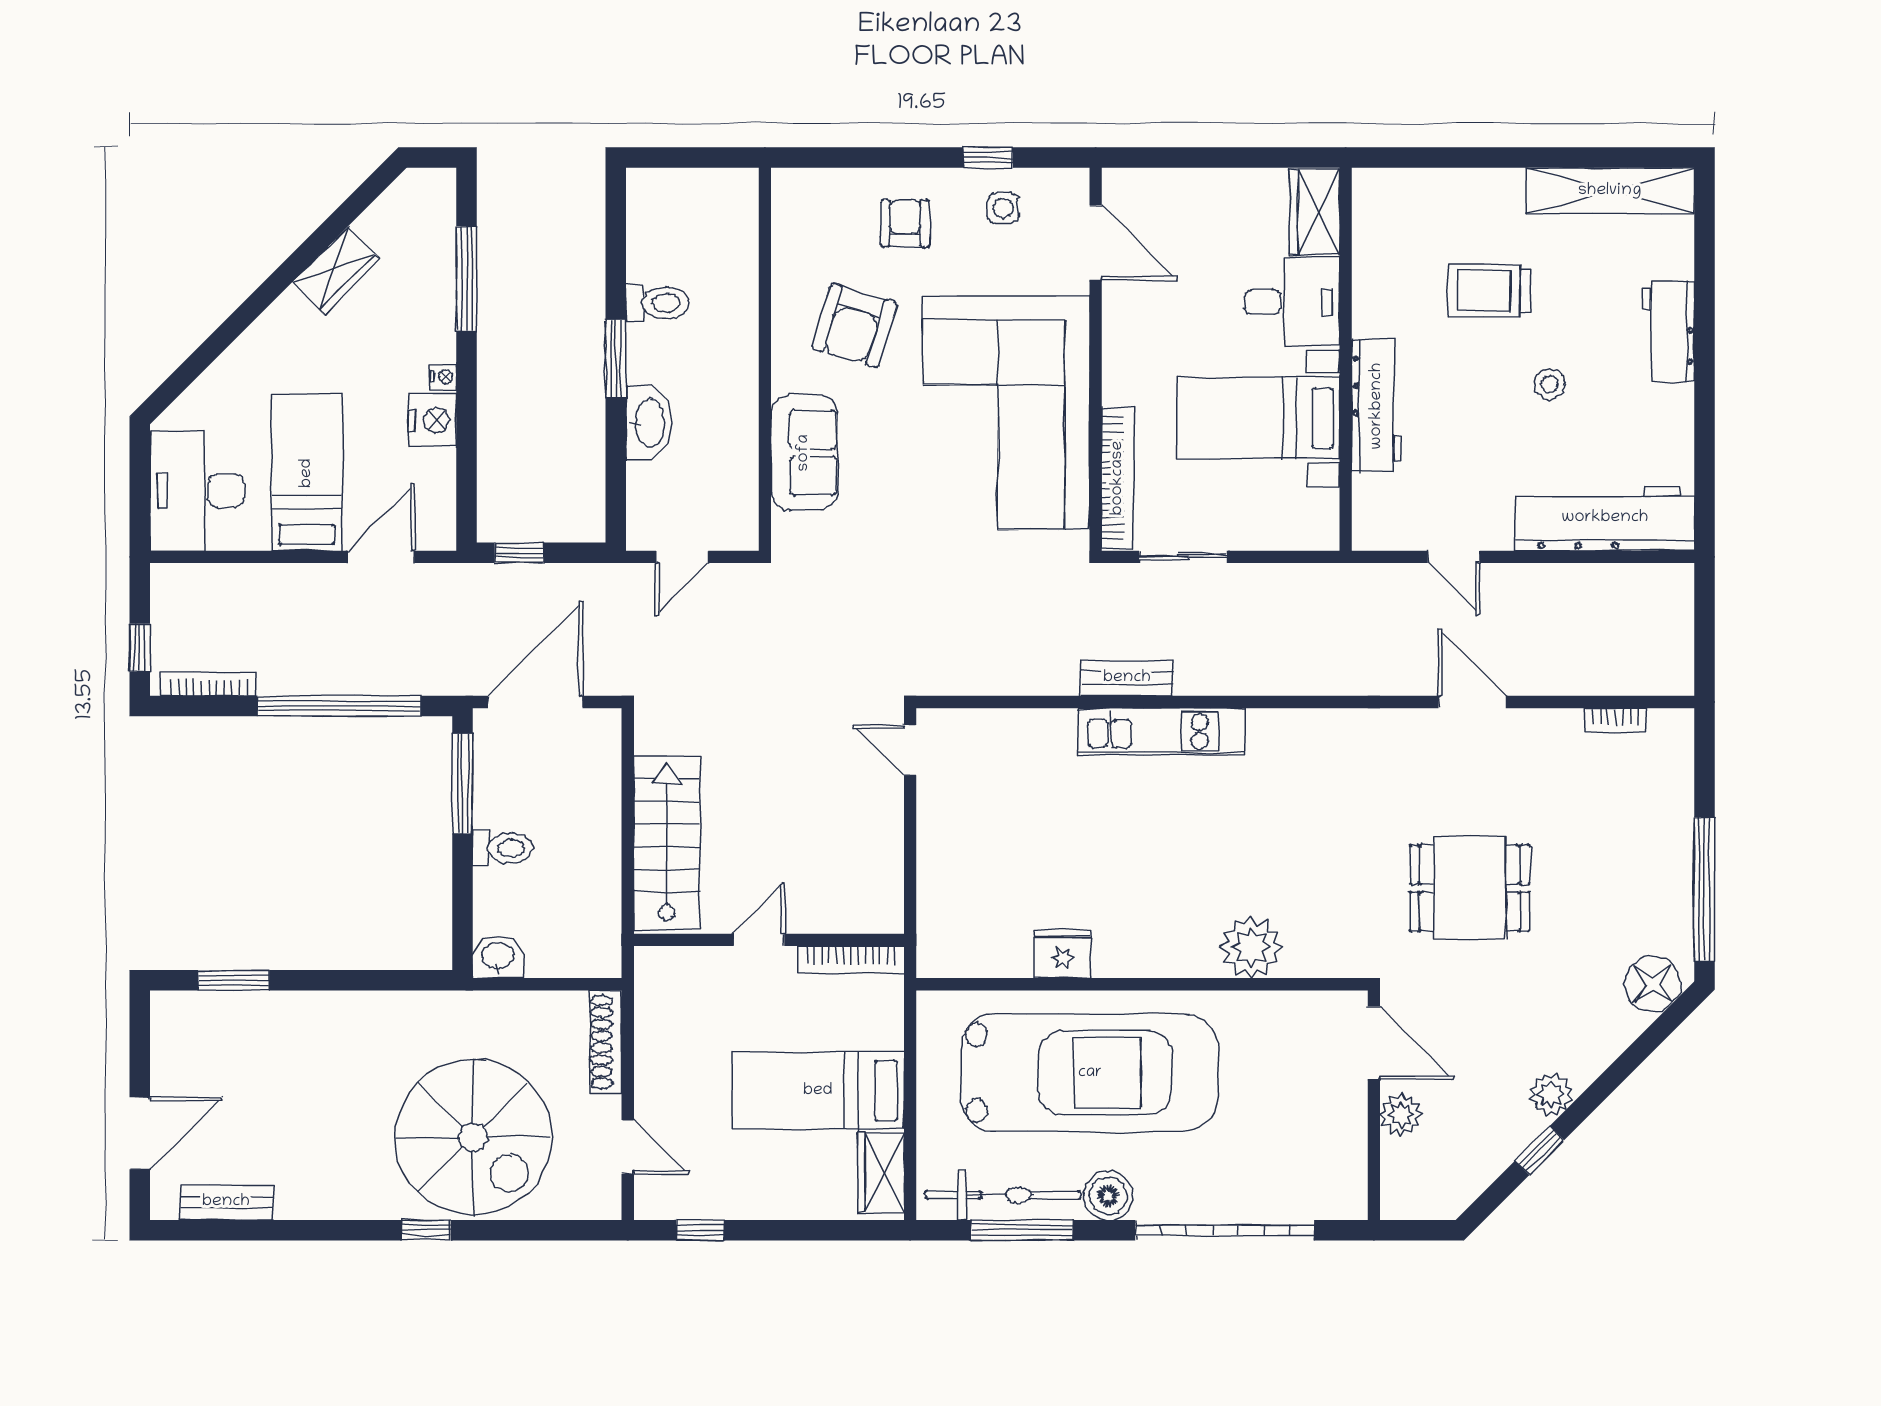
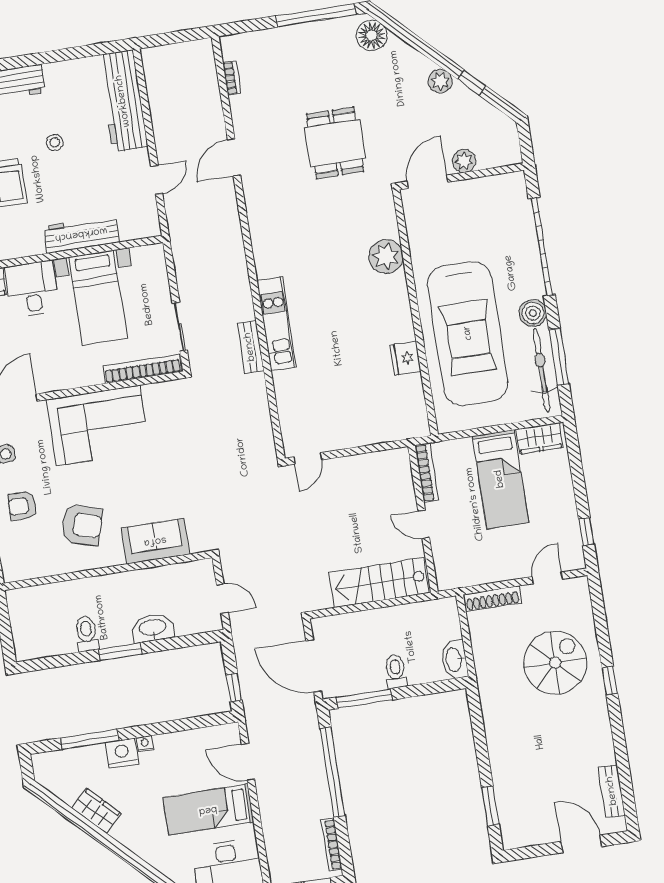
corner sofa: (1006, 413) -> (98, 425), width x0.73, depth x0.74
nightstand: (432, 420) -> (122, 753), moved
washbasin: (498, 957) -> (454, 659), width x1.38
car: (1090, 1073) -> (468, 333), turned 180
spiral stairs: (473, 1137) -> (555, 663), width x0.73, depth x0.73

